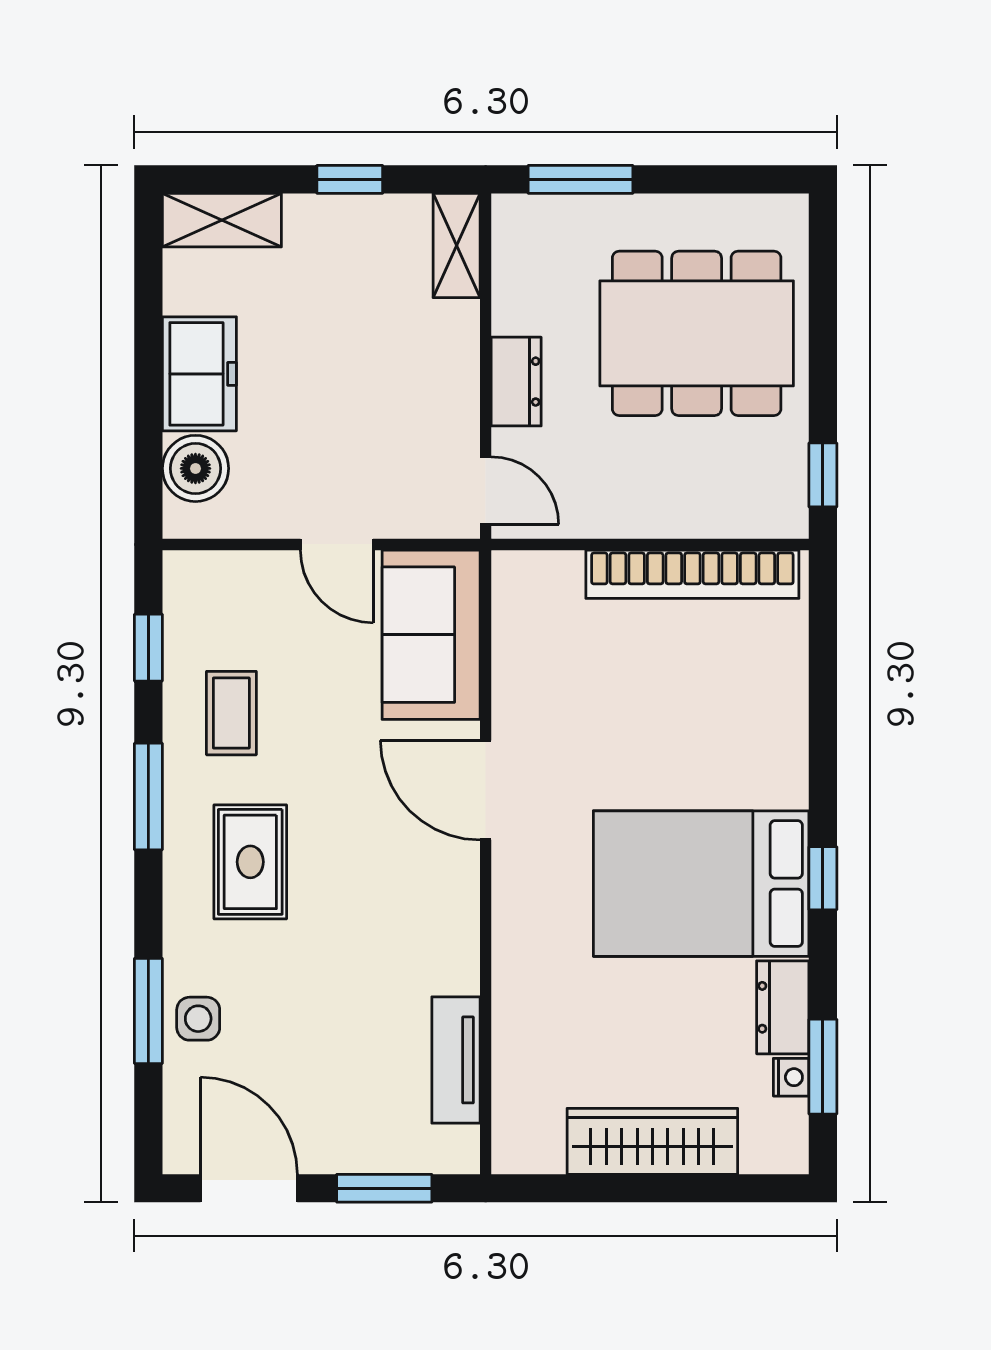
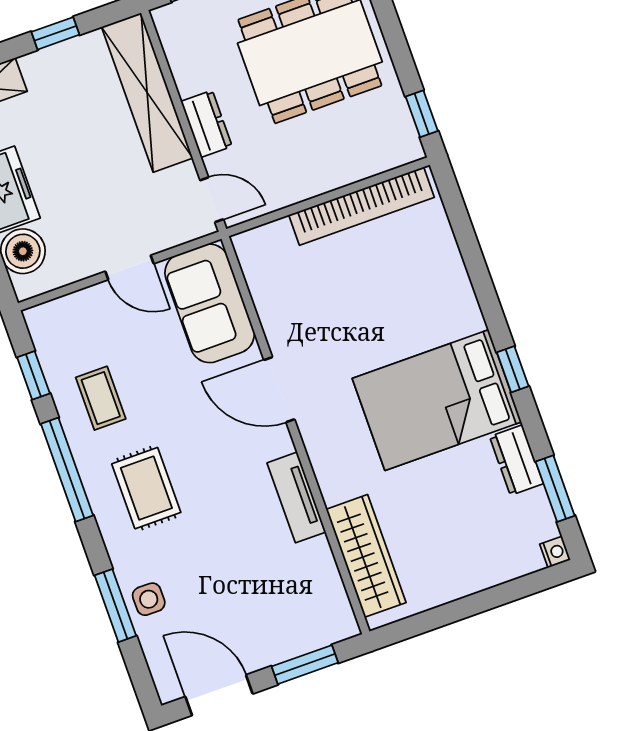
shelving: (457, 246) -> (147, 93), width x2.20, depth x1.33
window: (148, 796) -> (67, 470), width x1.44
tv unit: (456, 1060) -> (296, 497), moved
nightstand: (791, 1077) -> (555, 552), moved
wardrobe: (652, 1141) -> (366, 556), moved, turned 90

